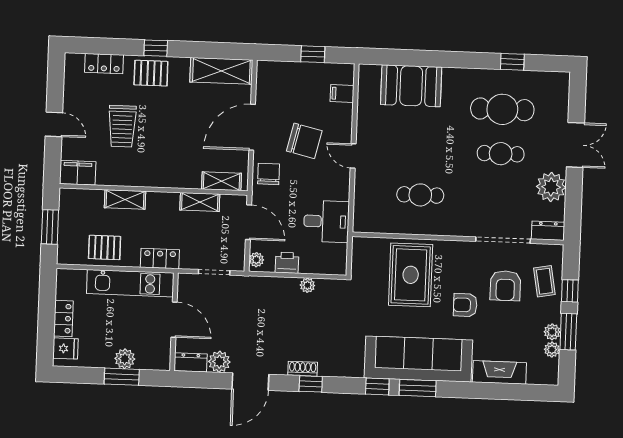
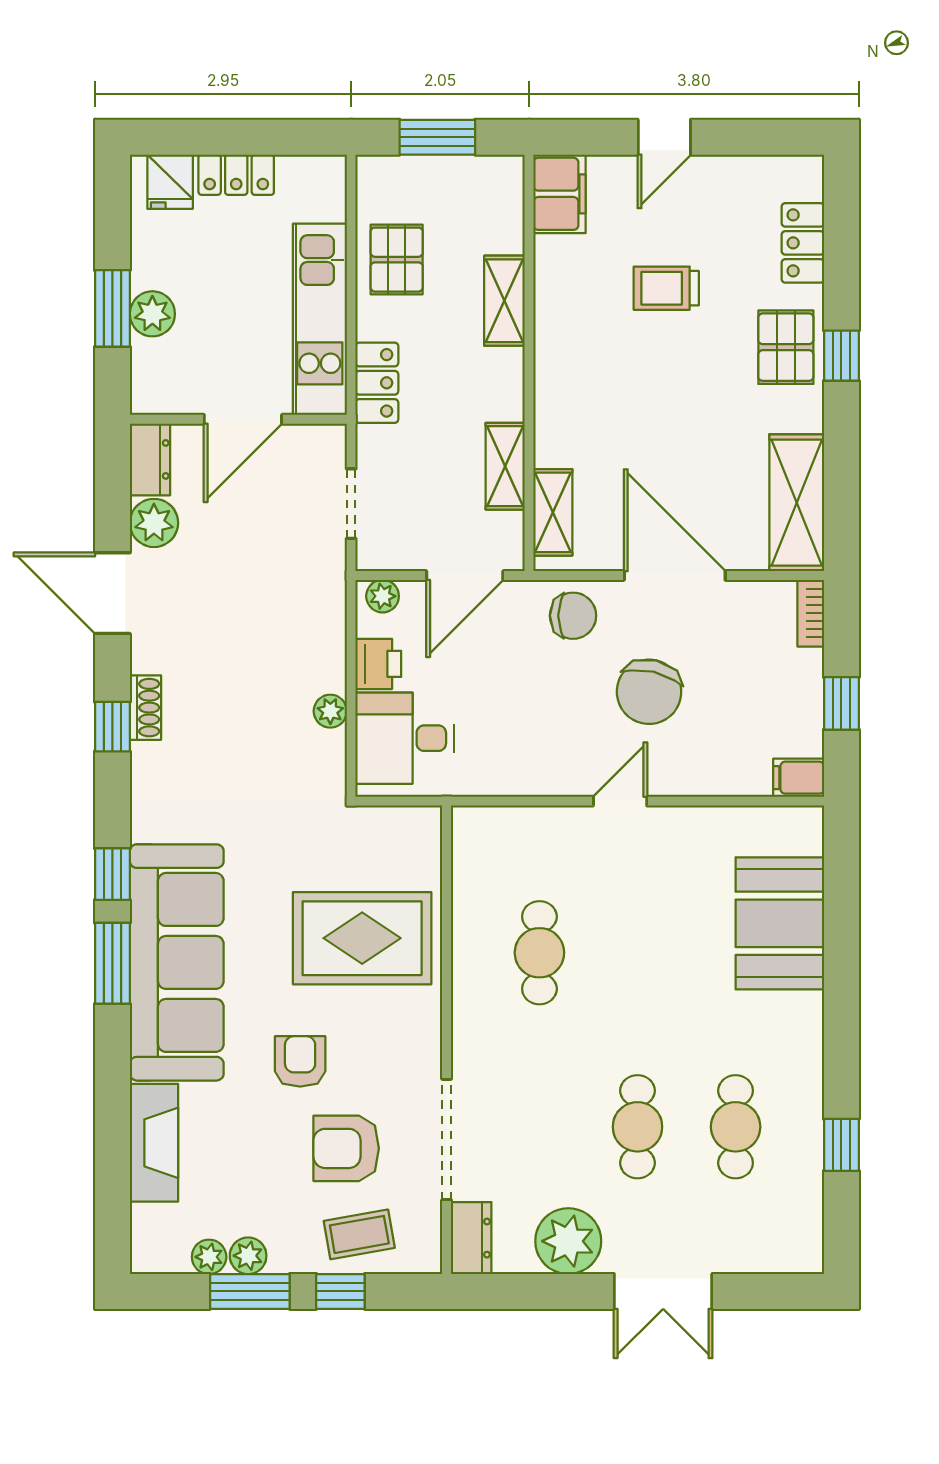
bookcase: (272, 66) -> (811, 613), added
filing cabinet: (342, 93) -> (799, 778), moved, turned -90
cafe table: (502, 109) -> (736, 1127), width x0.73, depth x0.74
trolley: (122, 126) -> (666, 288), width x0.73, depth x0.72
desk: (326, 221) -> (405, 738), moved, turned 90

